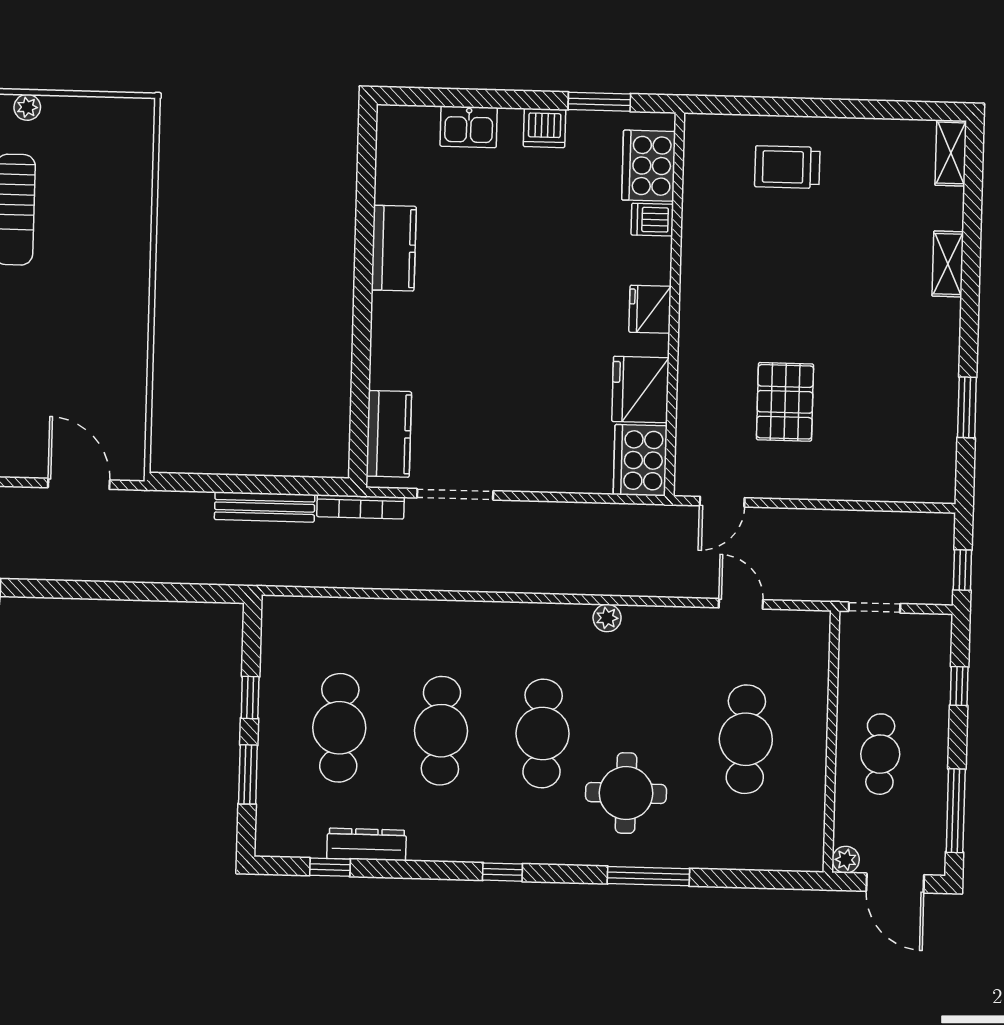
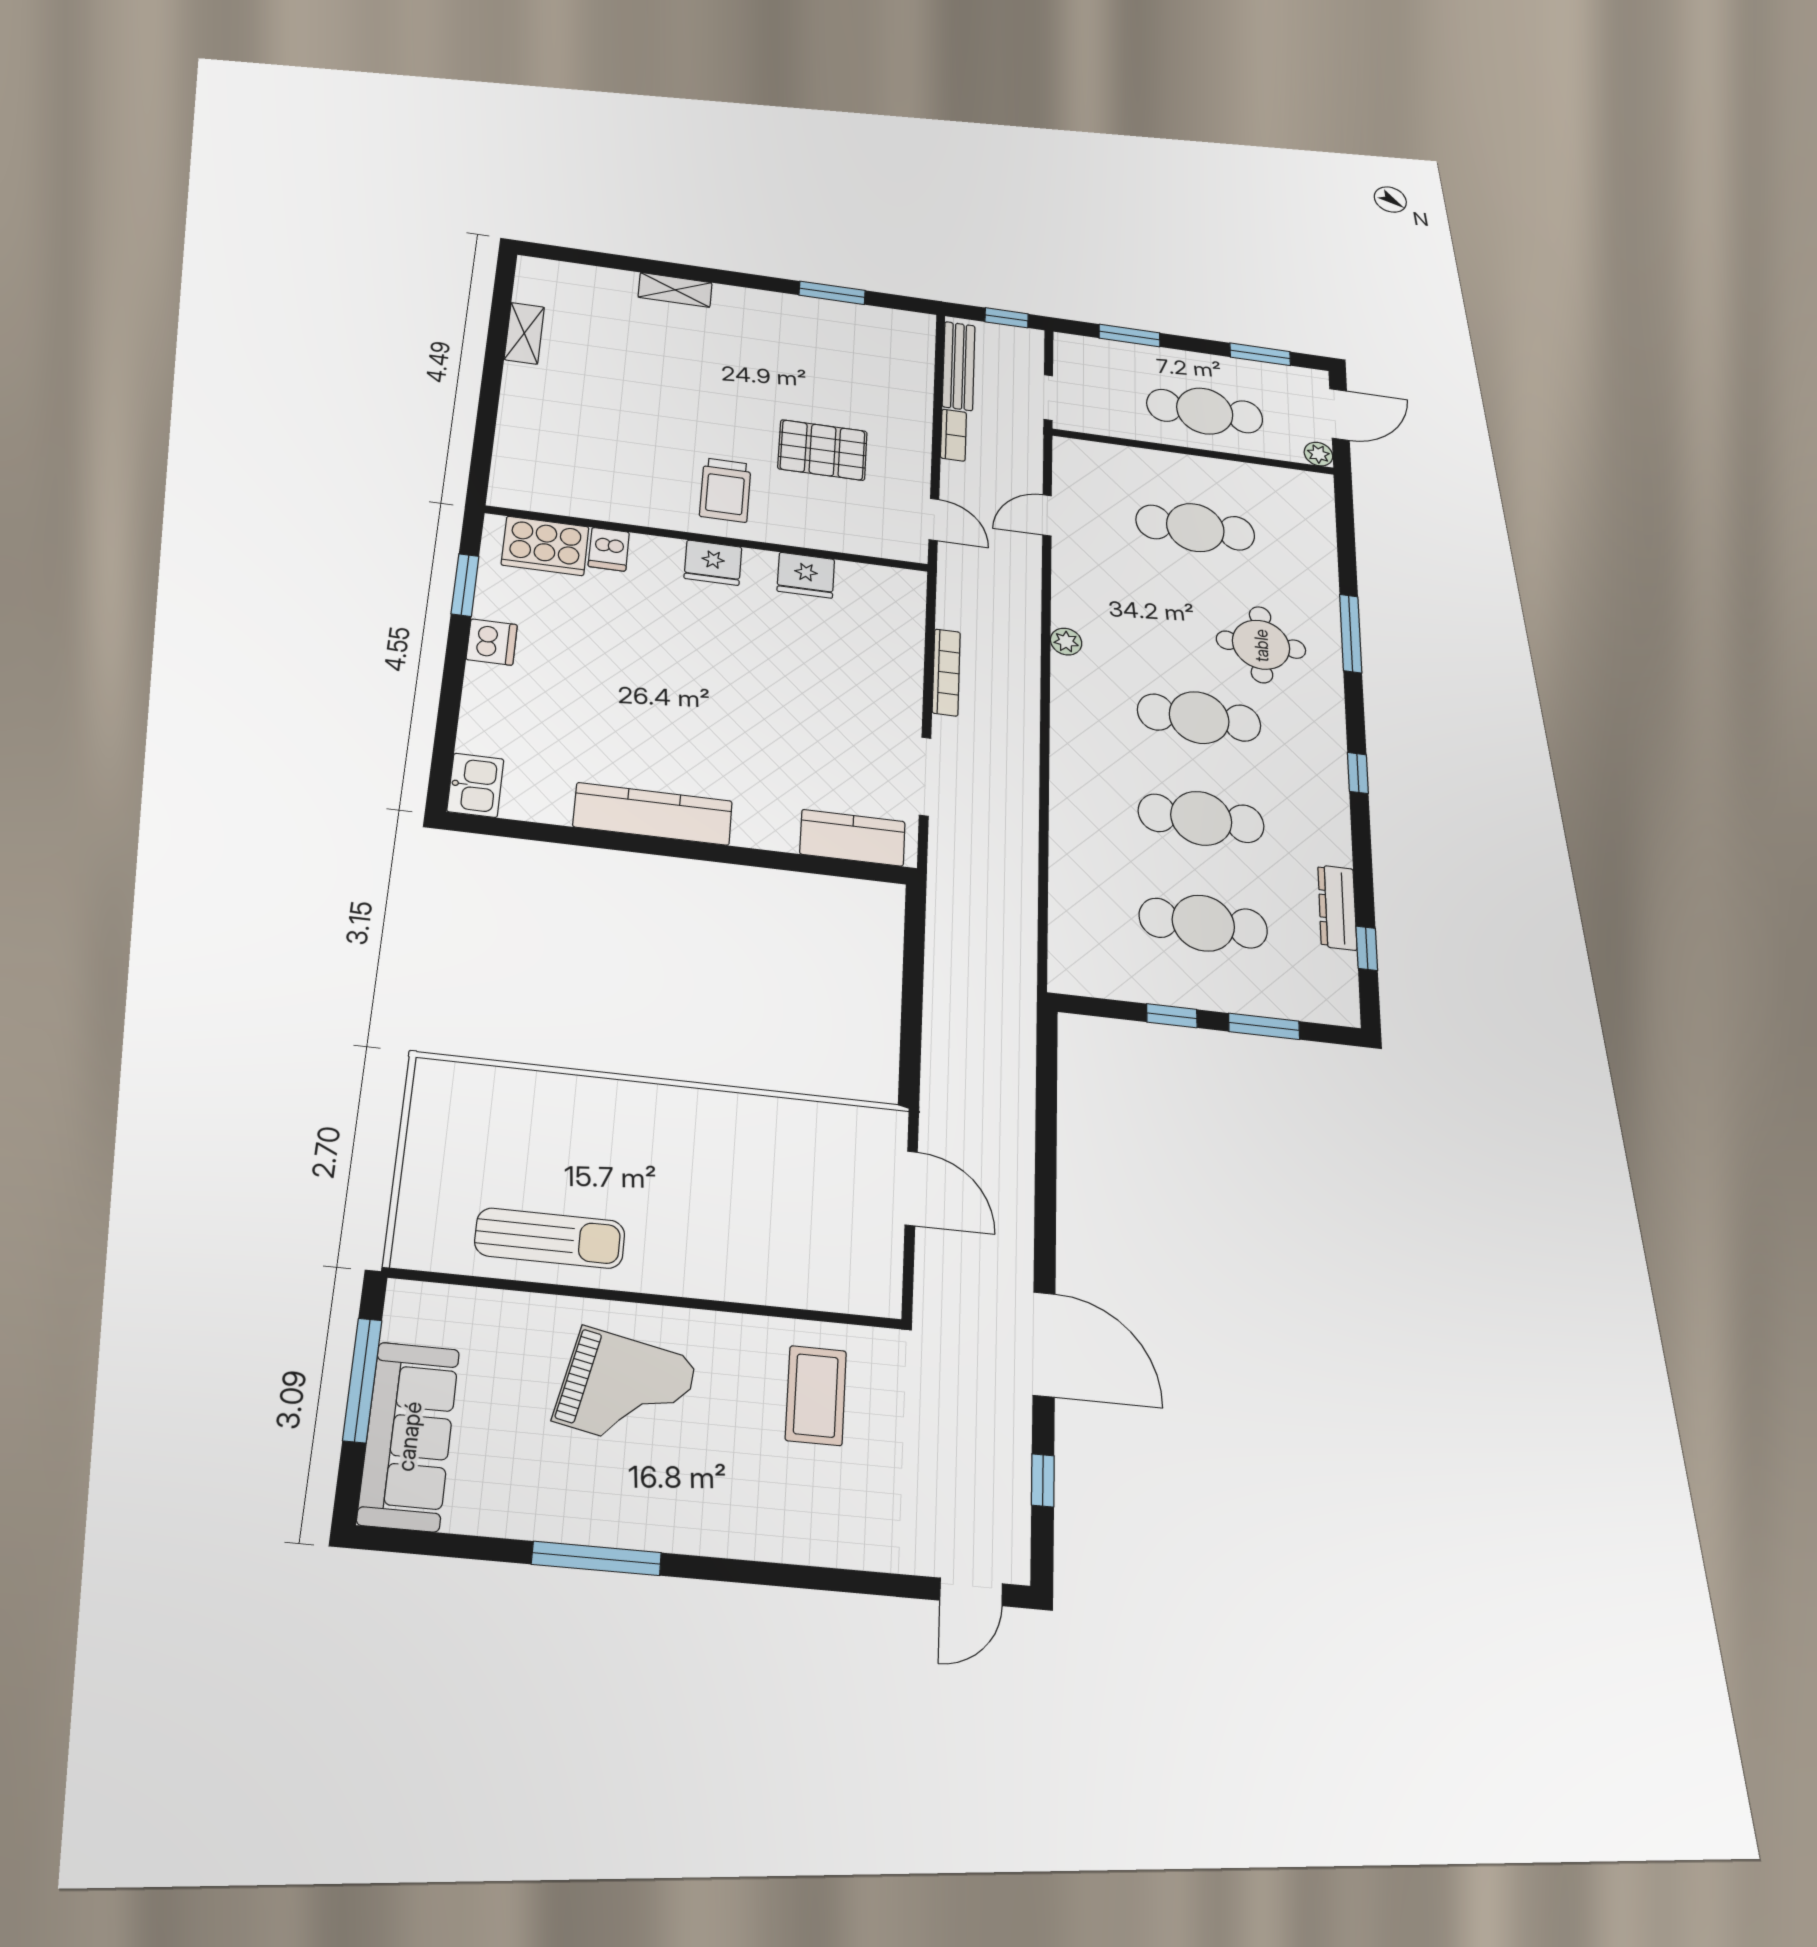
plant: (27, 107) -> (414, 1212), removed
kitchen sink: (469, 127) -> (475, 785), moved
shelving: (951, 153) -> (524, 333), moved, turned 90
trolley: (787, 167) -> (725, 490), moved
kitchen counter: (394, 248) -> (653, 814), width x1.50
fridge: (640, 390) -> (806, 575), width x0.73, depth x0.75
cooker: (640, 460) -> (886, 591), removed
door: (79, 484) -> (911, 1188), swing flipped
bench: (265, 507) -> (959, 366), moved
bookcase: (360, 507) -> (946, 672), moved
bookcase: (819, 520) -> (953, 435), added
window: (959, 686) -> (1129, 336), width x1.50
cafe table: (880, 754) -> (1205, 411), width x1.37, depth x1.35
window: (956, 811) -> (1260, 354), width x0.69

